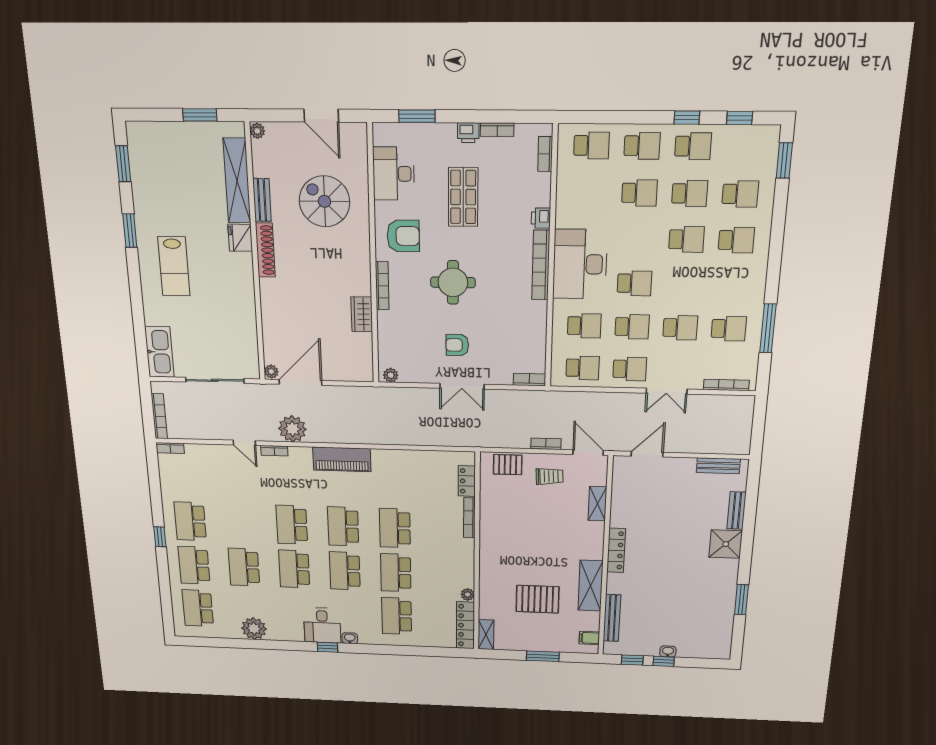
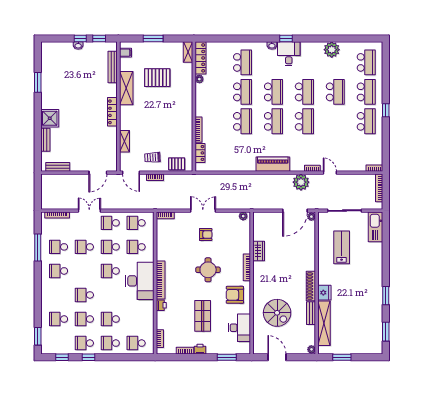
school desk: (736, 240) -> (59, 271), moved
lab bench: (174, 266) -> (342, 247), moved

